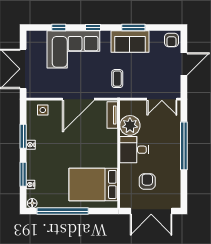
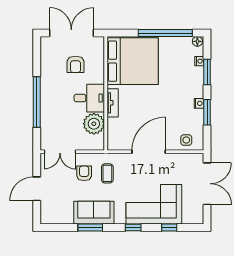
armchair: (171, 40) -> (84, 173), moved
double door: (162, 99) -> (60, 152), swing flipped
tv unit: (112, 115) -> (113, 103), moved
bed: (93, 184) -> (133, 61), width x1.36

